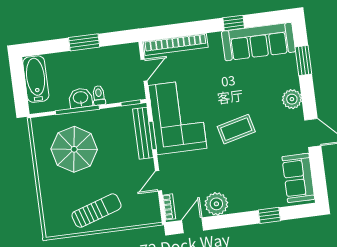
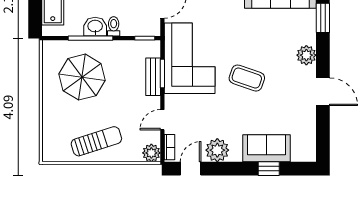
coffee table: (236, 129) -> (247, 78), turned 33
bench: (143, 133) -> (153, 77), width x0.73
sofa: (298, 178) -> (267, 148), moved, turned 90
plant: (152, 215) -> (151, 153), added

